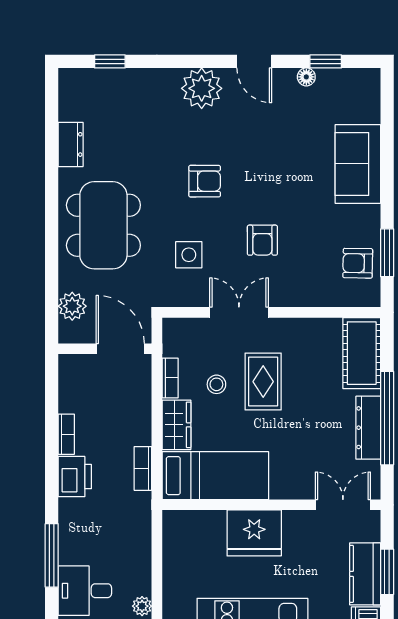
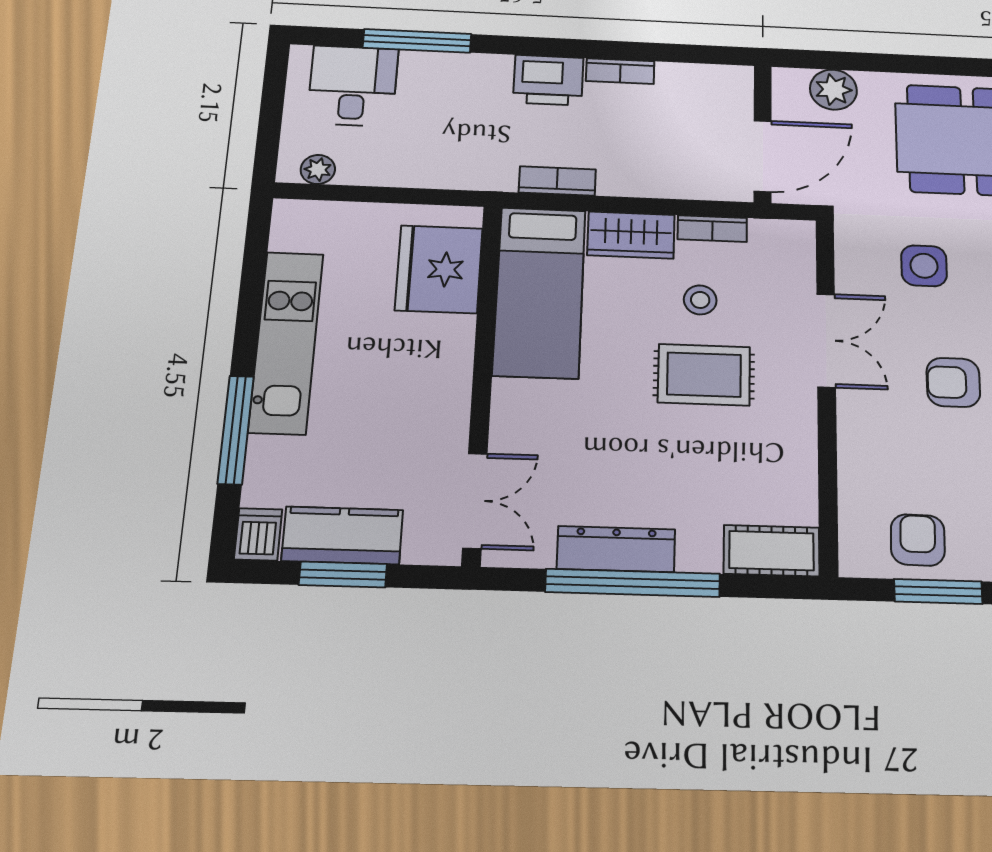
cot: (362, 353) -> (772, 551), width x0.73, depth x0.75
fridge: (254, 533) -> (439, 269), moved

